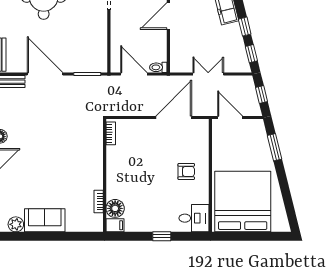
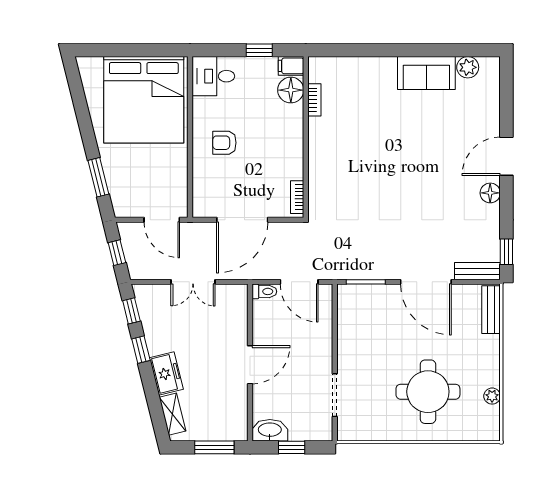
bookcase: (111, 133) -> (297, 197), moved
wall: (105, 175) -> (306, 137), moved
bookcase: (99, 202) -> (314, 100), moved
floor lamp: (115, 208) -> (291, 90), moved
filing cabinet: (115, 225) -> (291, 66), moved

